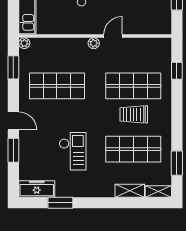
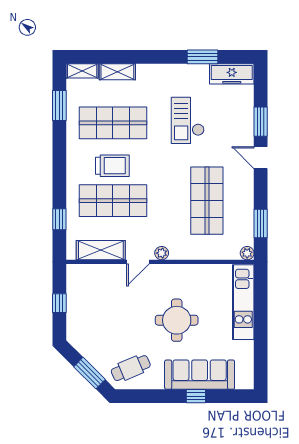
shelving: (143, 46) -> (101, 250), added
shop shelf: (57, 86) -> (207, 201), turned 90

